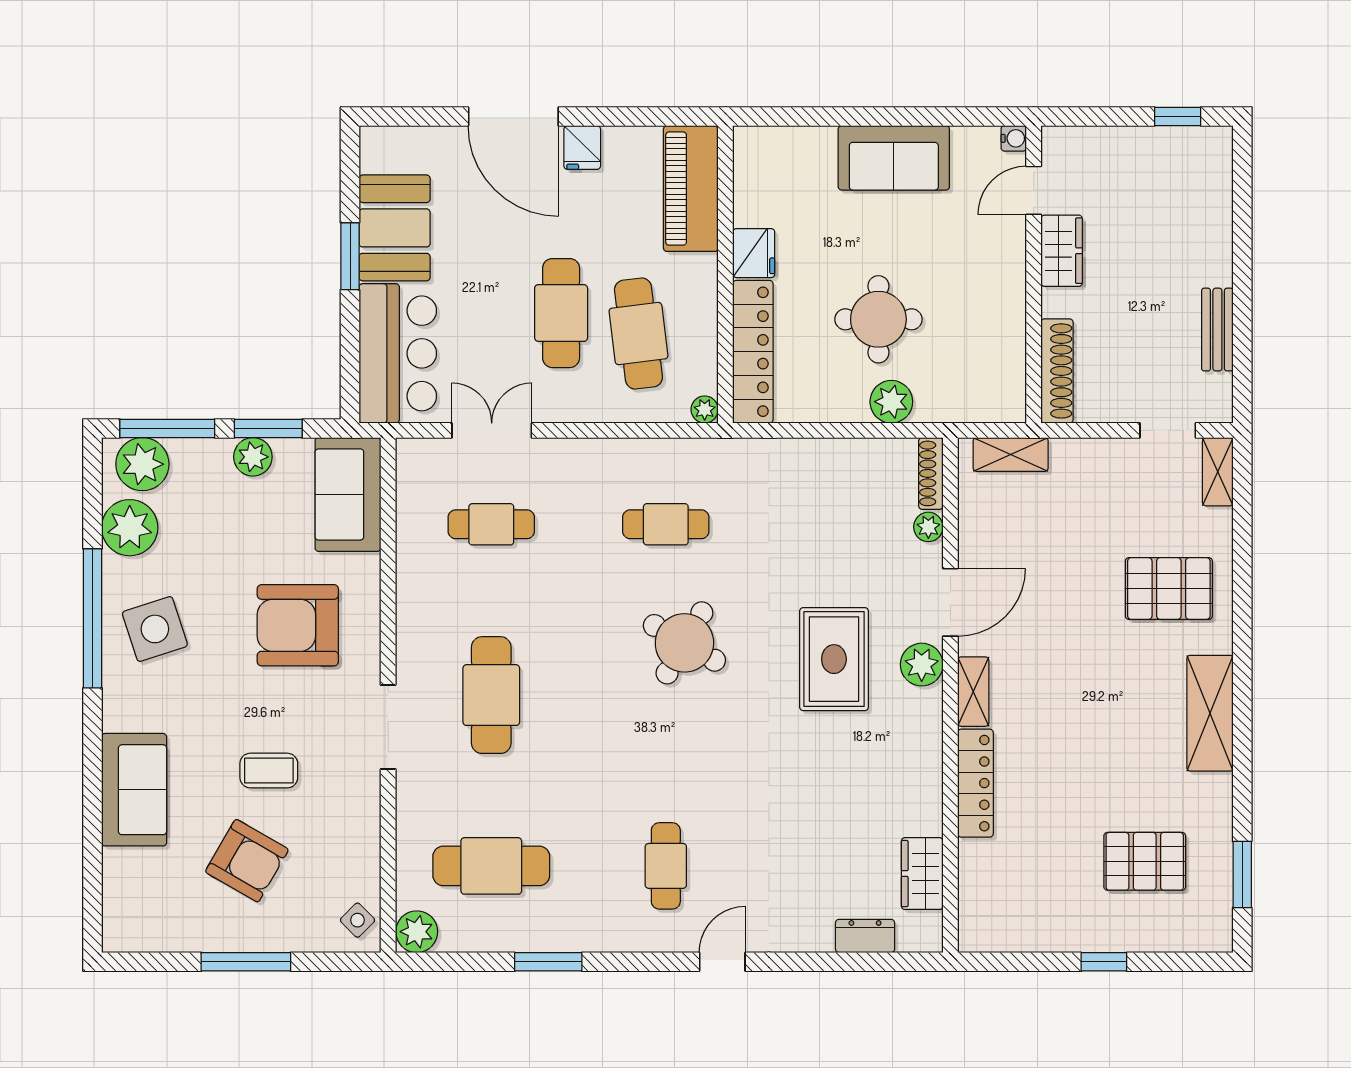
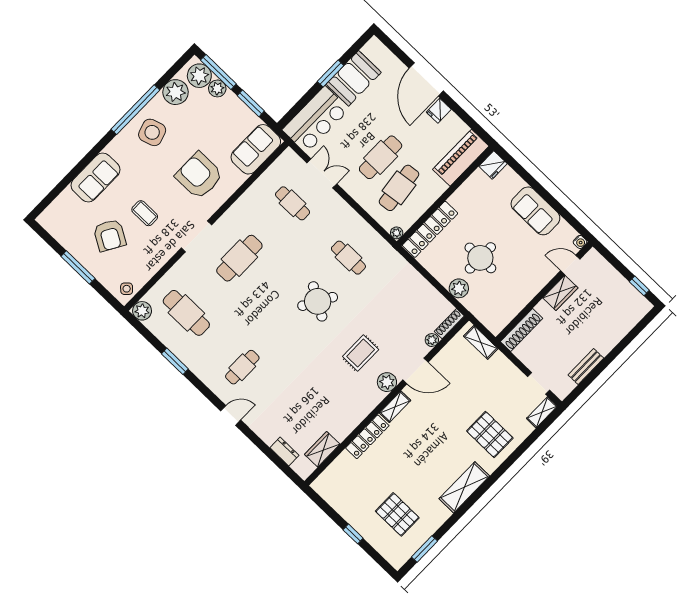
fridge: (754, 253) -> (493, 165), moved
plant: (253, 457) -> (217, 88), moved
rug: (834, 659) -> (361, 353), width x0.73, depth x0.70

